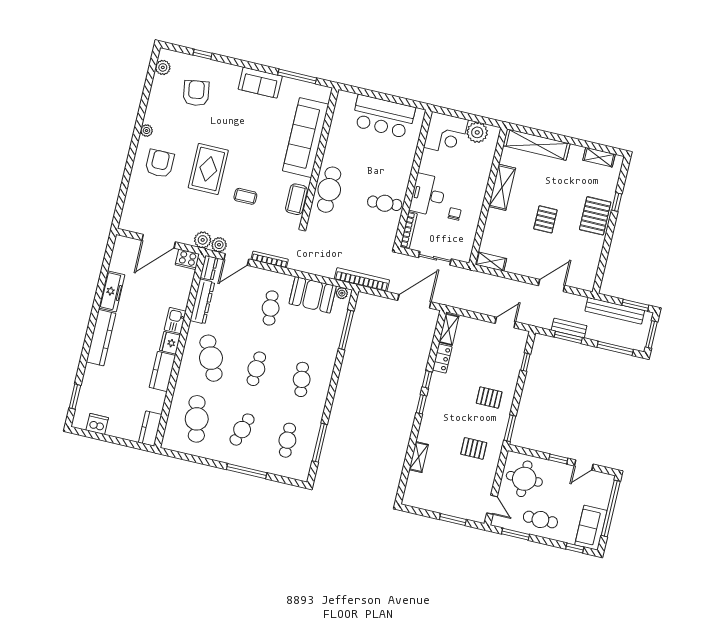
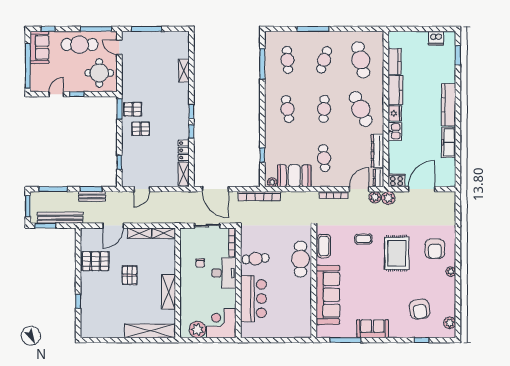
bar counter: (383, 116) -> (253, 299), moved, turned 90
shelving: (599, 157) -> (139, 233), moved
pallet: (595, 216) -> (95, 261), moved, turned 90
door: (414, 301) -> (215, 189), hinge flipped
window: (346, 330) -> (262, 155), width x0.46
kitchen counter: (150, 429) -> (395, 62), moved
pallet: (474, 448) -> (133, 109), moved
window: (453, 519) -> (147, 29), width x1.44
cafe table: (540, 520) -> (80, 45), width x1.37, depth x1.35
window: (515, 534) -> (96, 29), width x1.44

